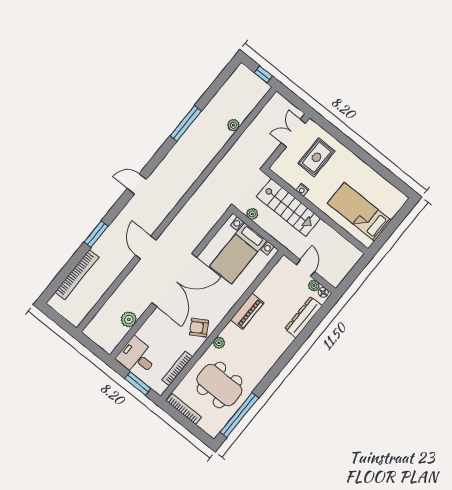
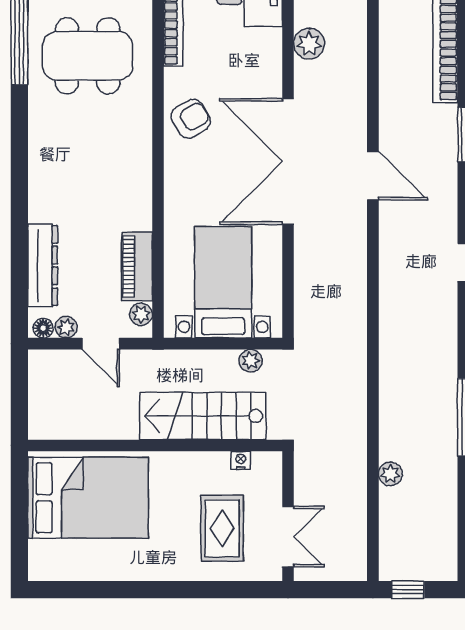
nightstand: (302, 190) -> (241, 460), moved
bed: (359, 212) -> (88, 498), width x1.50
piano: (247, 311) -> (137, 266), moved
plant: (219, 343) -> (141, 314), moved

